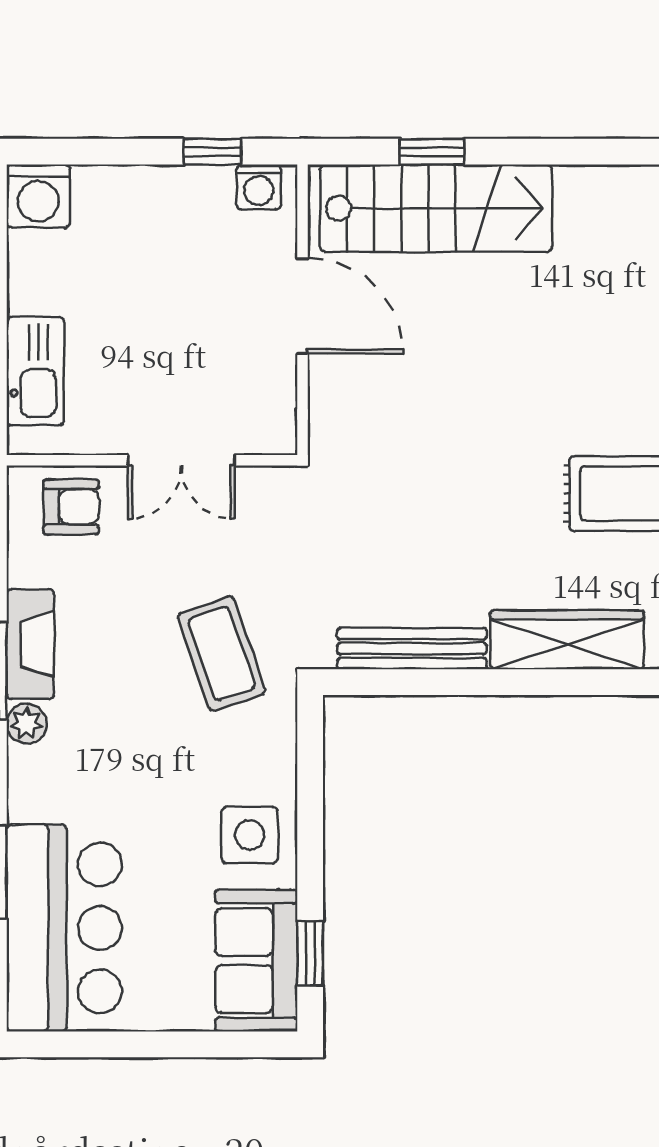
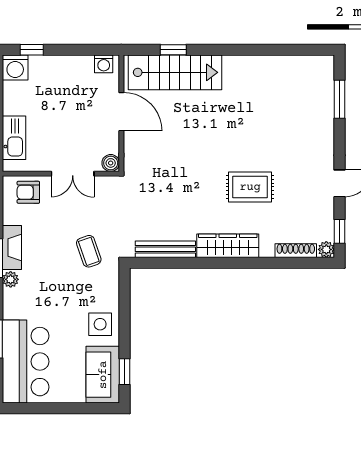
window: (212, 152) -> (32, 50), moved
boiler: (276, 434) -> (111, 163), added
armchair: (71, 507) -> (28, 192), turned 180
coffee table: (222, 654) -> (89, 251), width x0.73, depth x0.77

